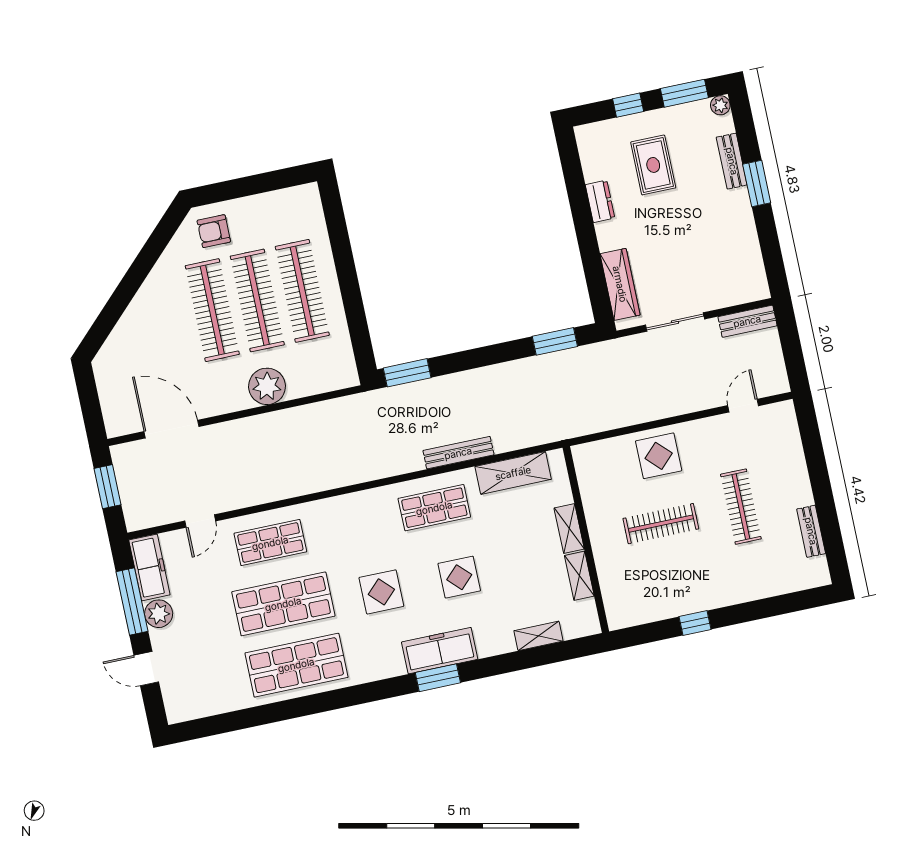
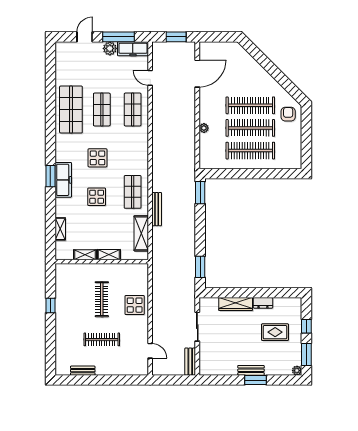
bench: (732, 161) -> (251, 370), moved
wardrobe: (620, 284) -> (236, 304), moved
plant: (267, 386) -> (204, 128), width x0.53, depth x0.53
shop shelf: (283, 604) -> (102, 110), width x0.70, depth x0.74

